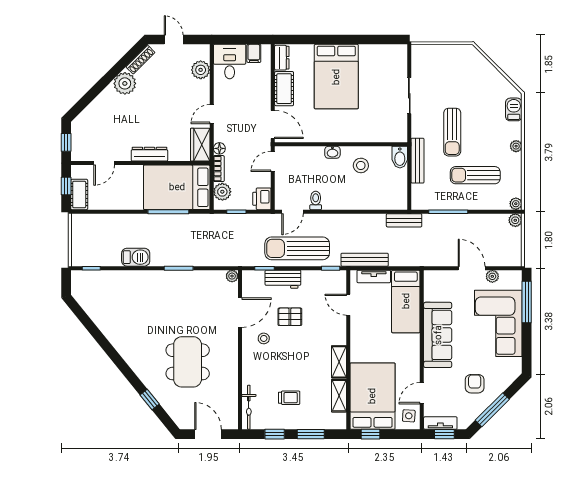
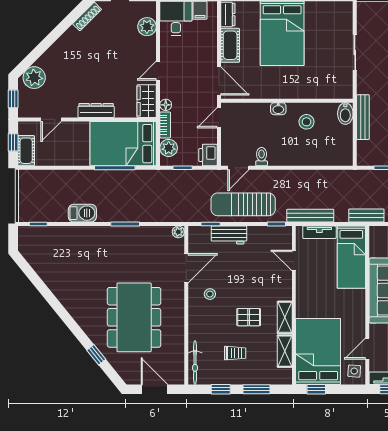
plant: (125, 83) -> (34, 78), moved
bench: (404, 220) -> (366, 215), moved
pallet: (290, 317) -> (249, 317), moved
dining table: (188, 362) -> (134, 317), width x1.36, depth x1.24

